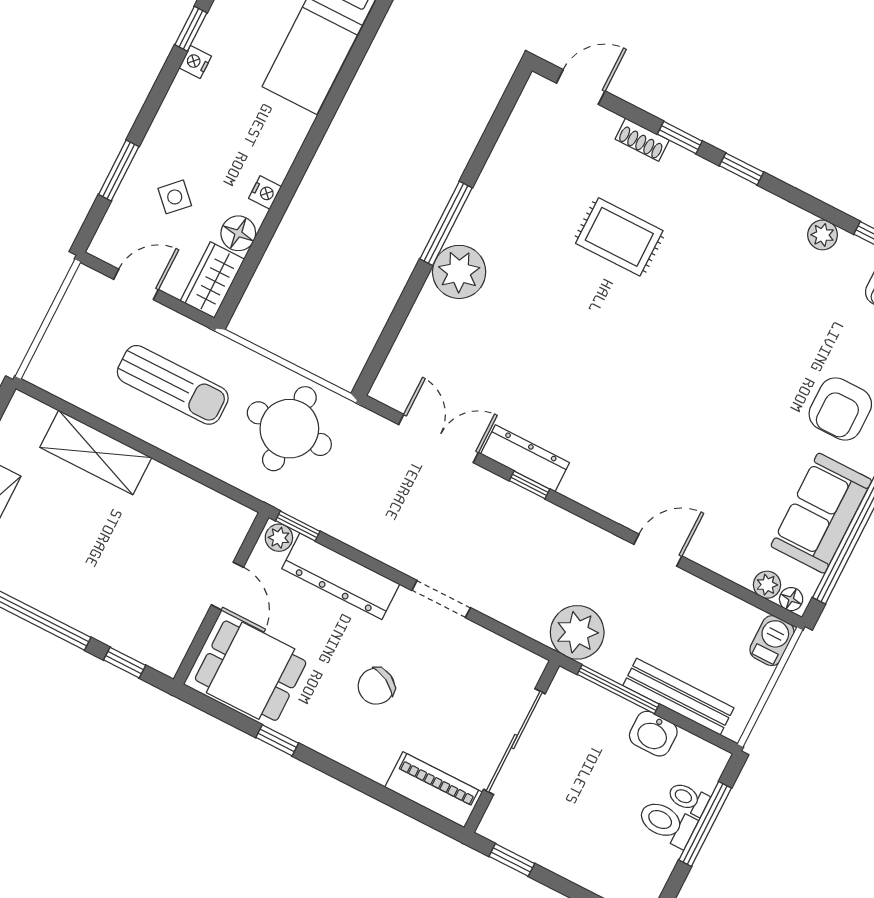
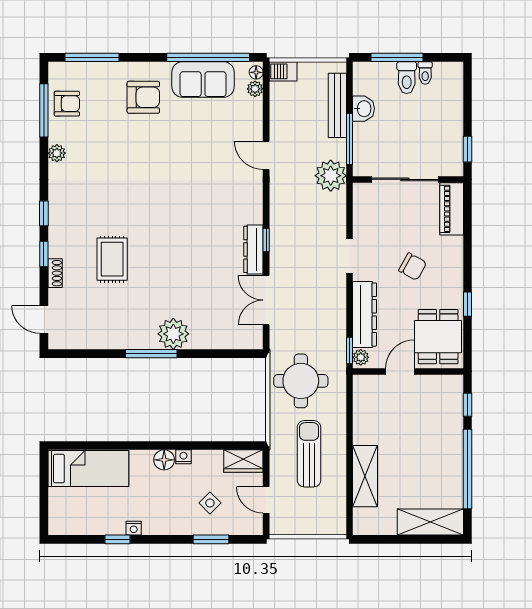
floor lamp: (238, 233) -> (164, 460), moved
toilet: (688, 799) -> (425, 73), moved

